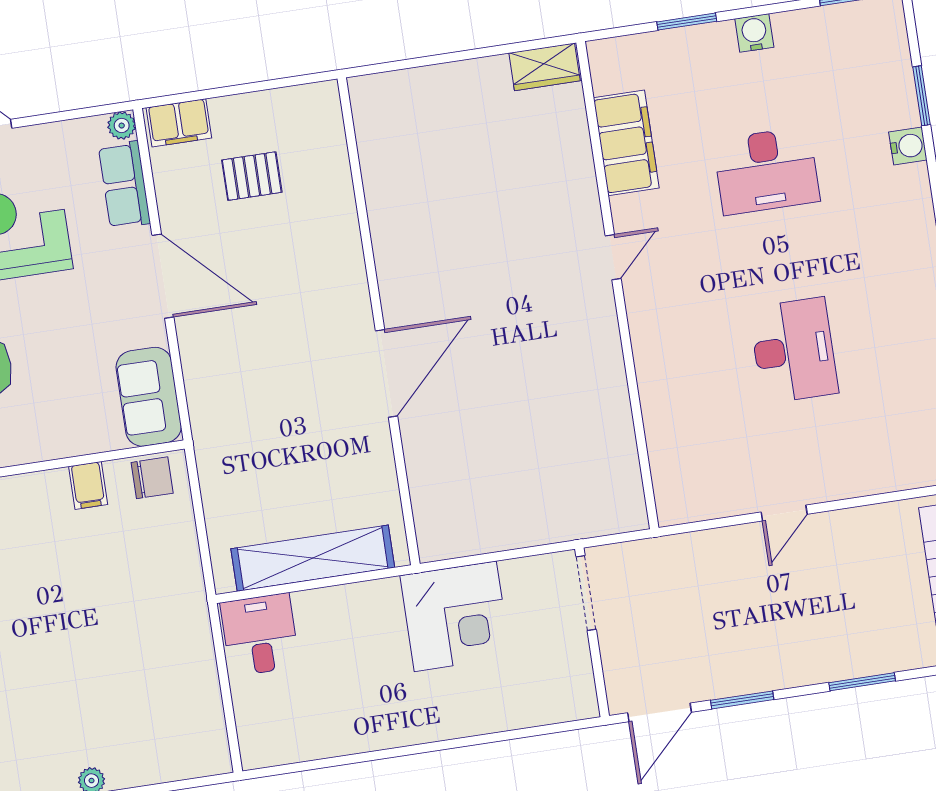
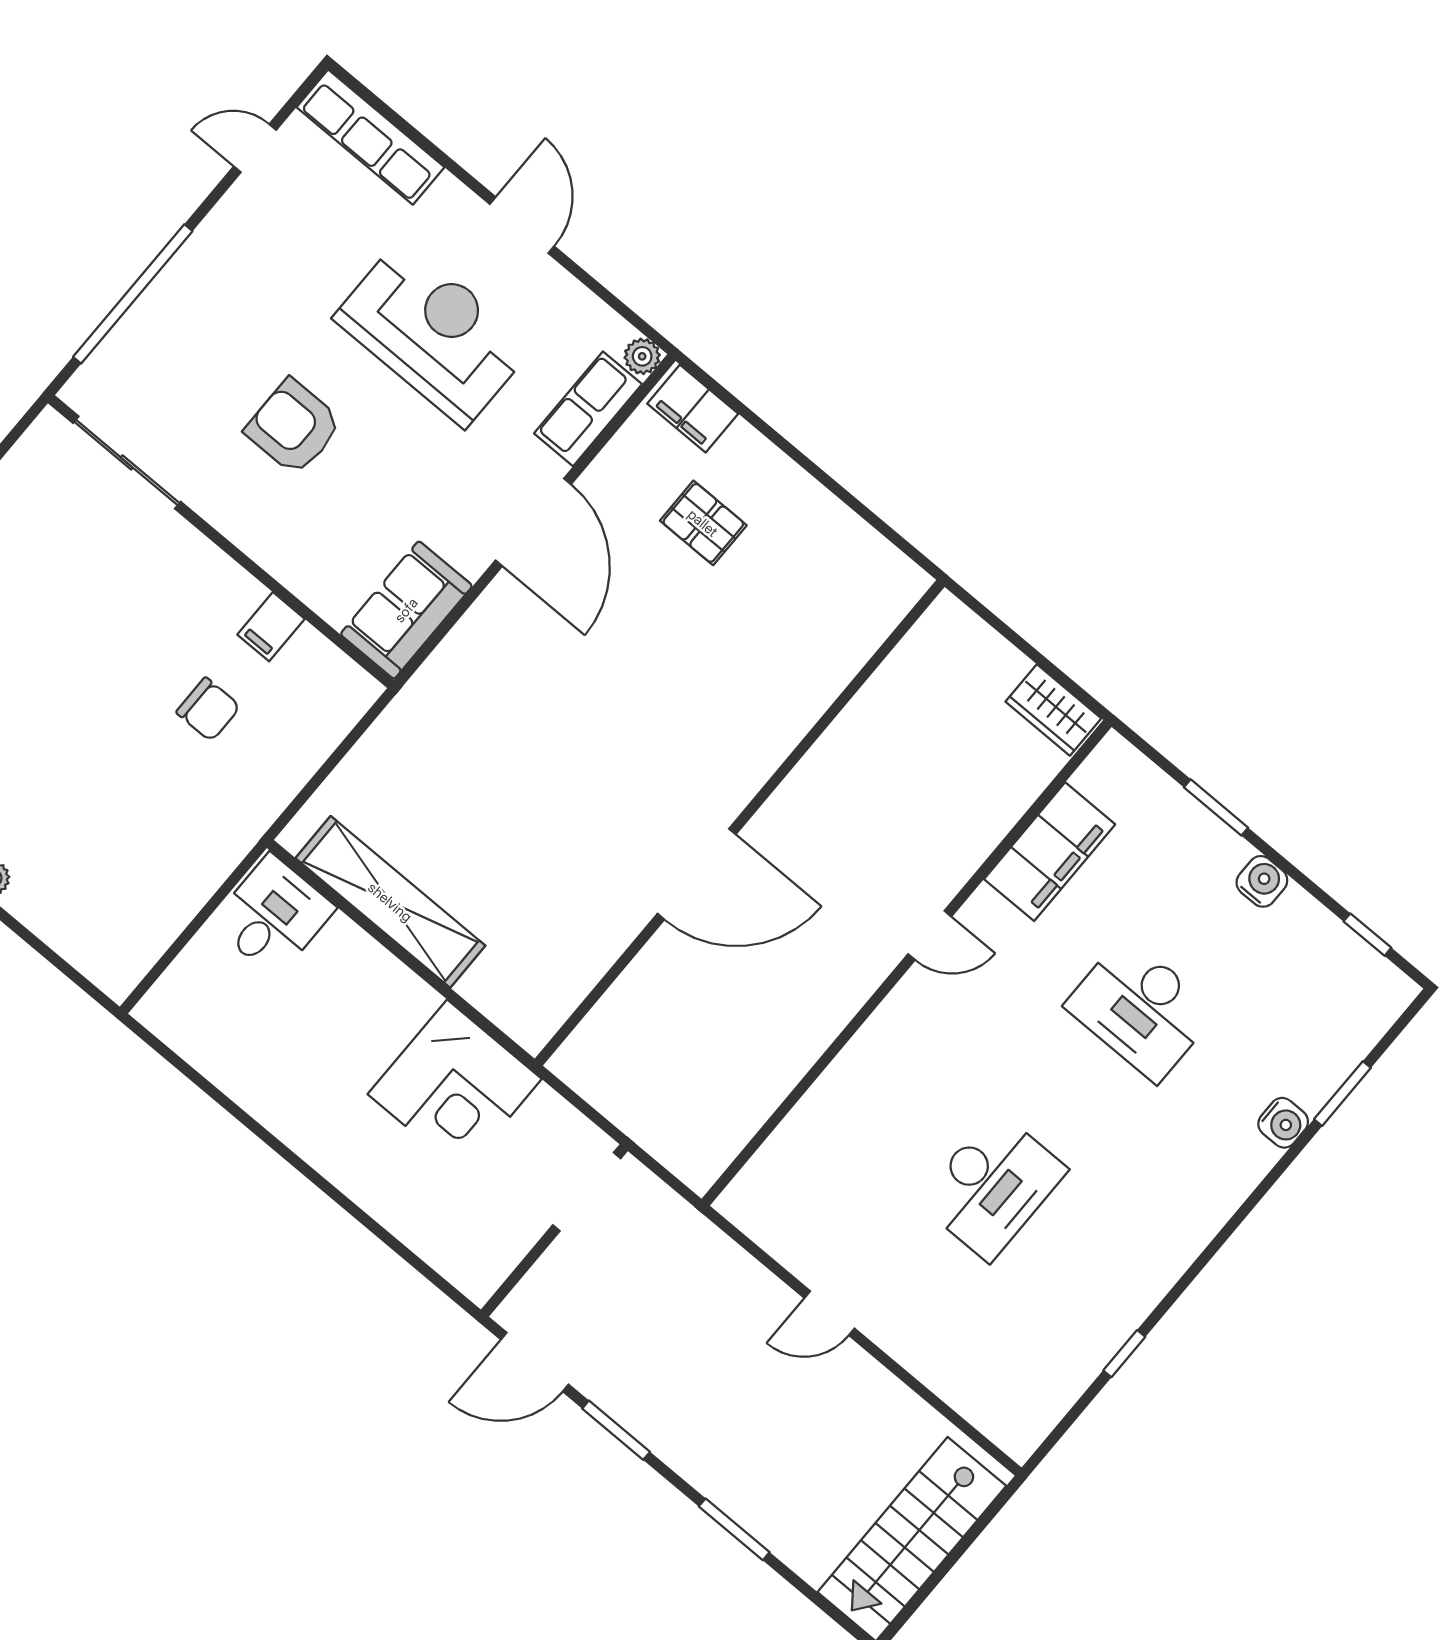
wall: (379, 321) -> (740, 823), moved
door: (386, 373) -> (697, 874), moved
chair: (152, 478) -> (208, 709), moved

